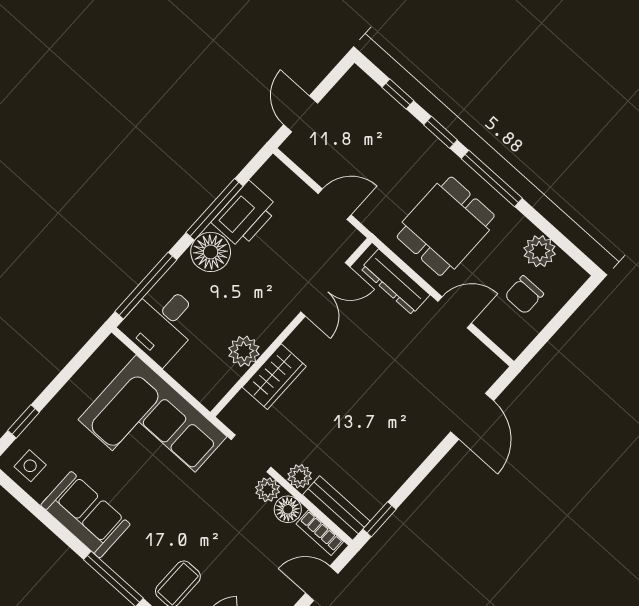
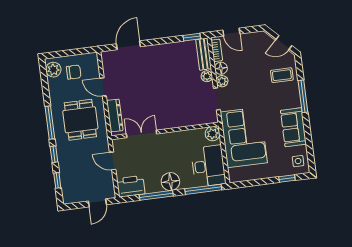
printer: (245, 215) -> (131, 186), moved
dining table: (446, 226) -> (80, 120), turned 90
plant: (540, 251) -> (53, 70), moved
desk: (162, 323) -> (208, 166), width x1.37
plant: (244, 351) -> (213, 134), moved
wardrobe: (274, 377) -> (186, 119), removed

